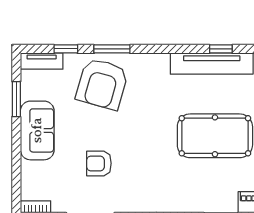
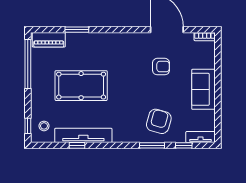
armchair: (102, 84) -> (159, 121), width x0.73, depth x0.73
window: (16, 99) -> (218, 111), removed

